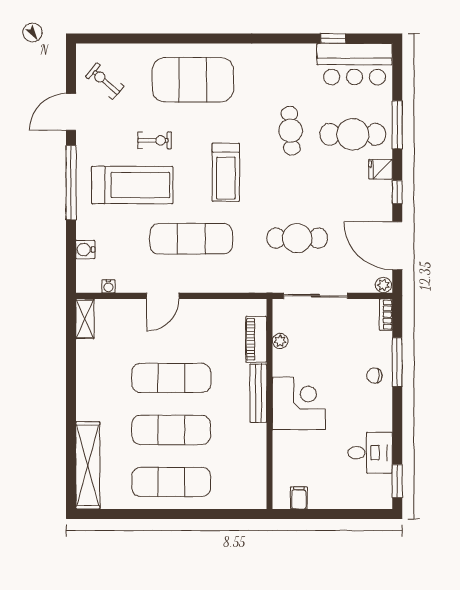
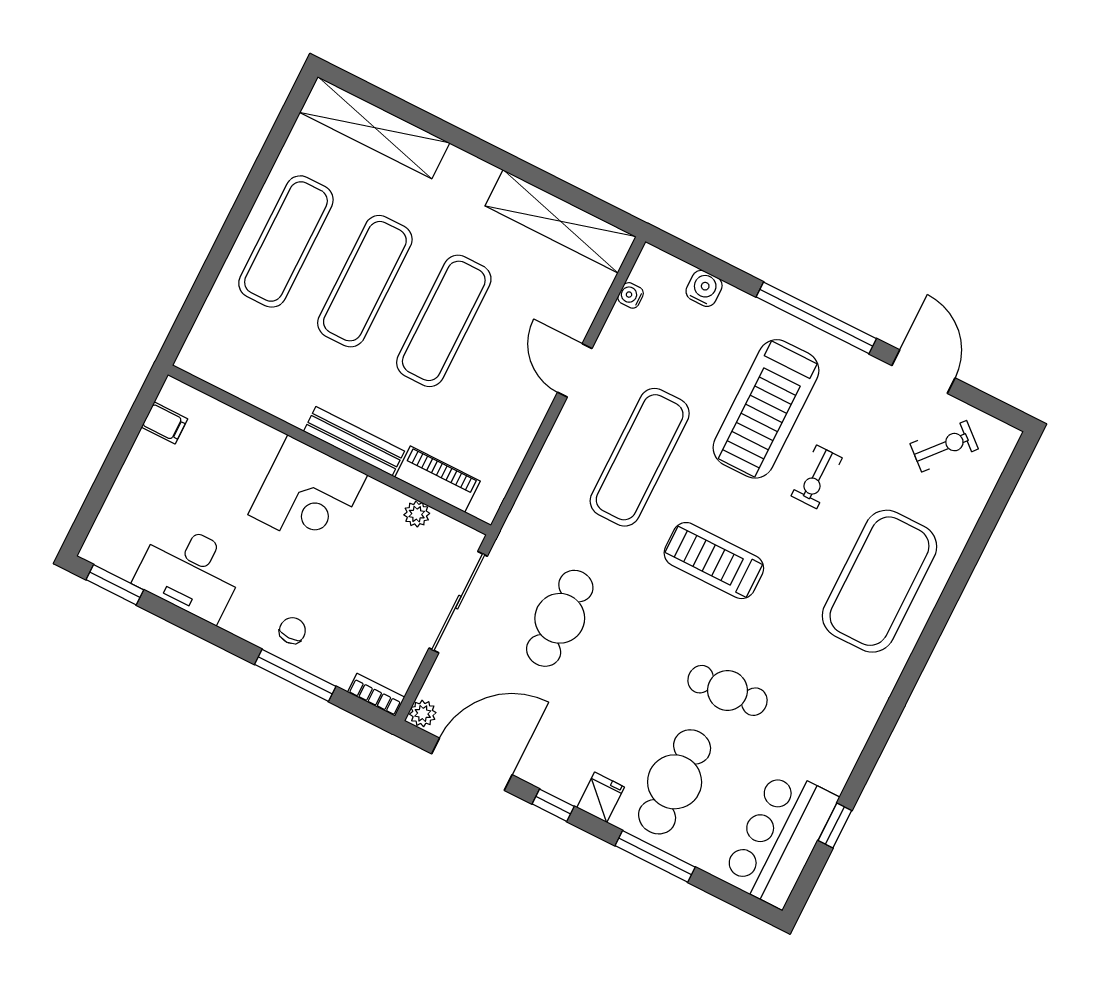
shelving: (85, 319) -> (561, 221), width x2.20, depth x1.33
desk: (370, 453) -> (190, 571), width x1.37

